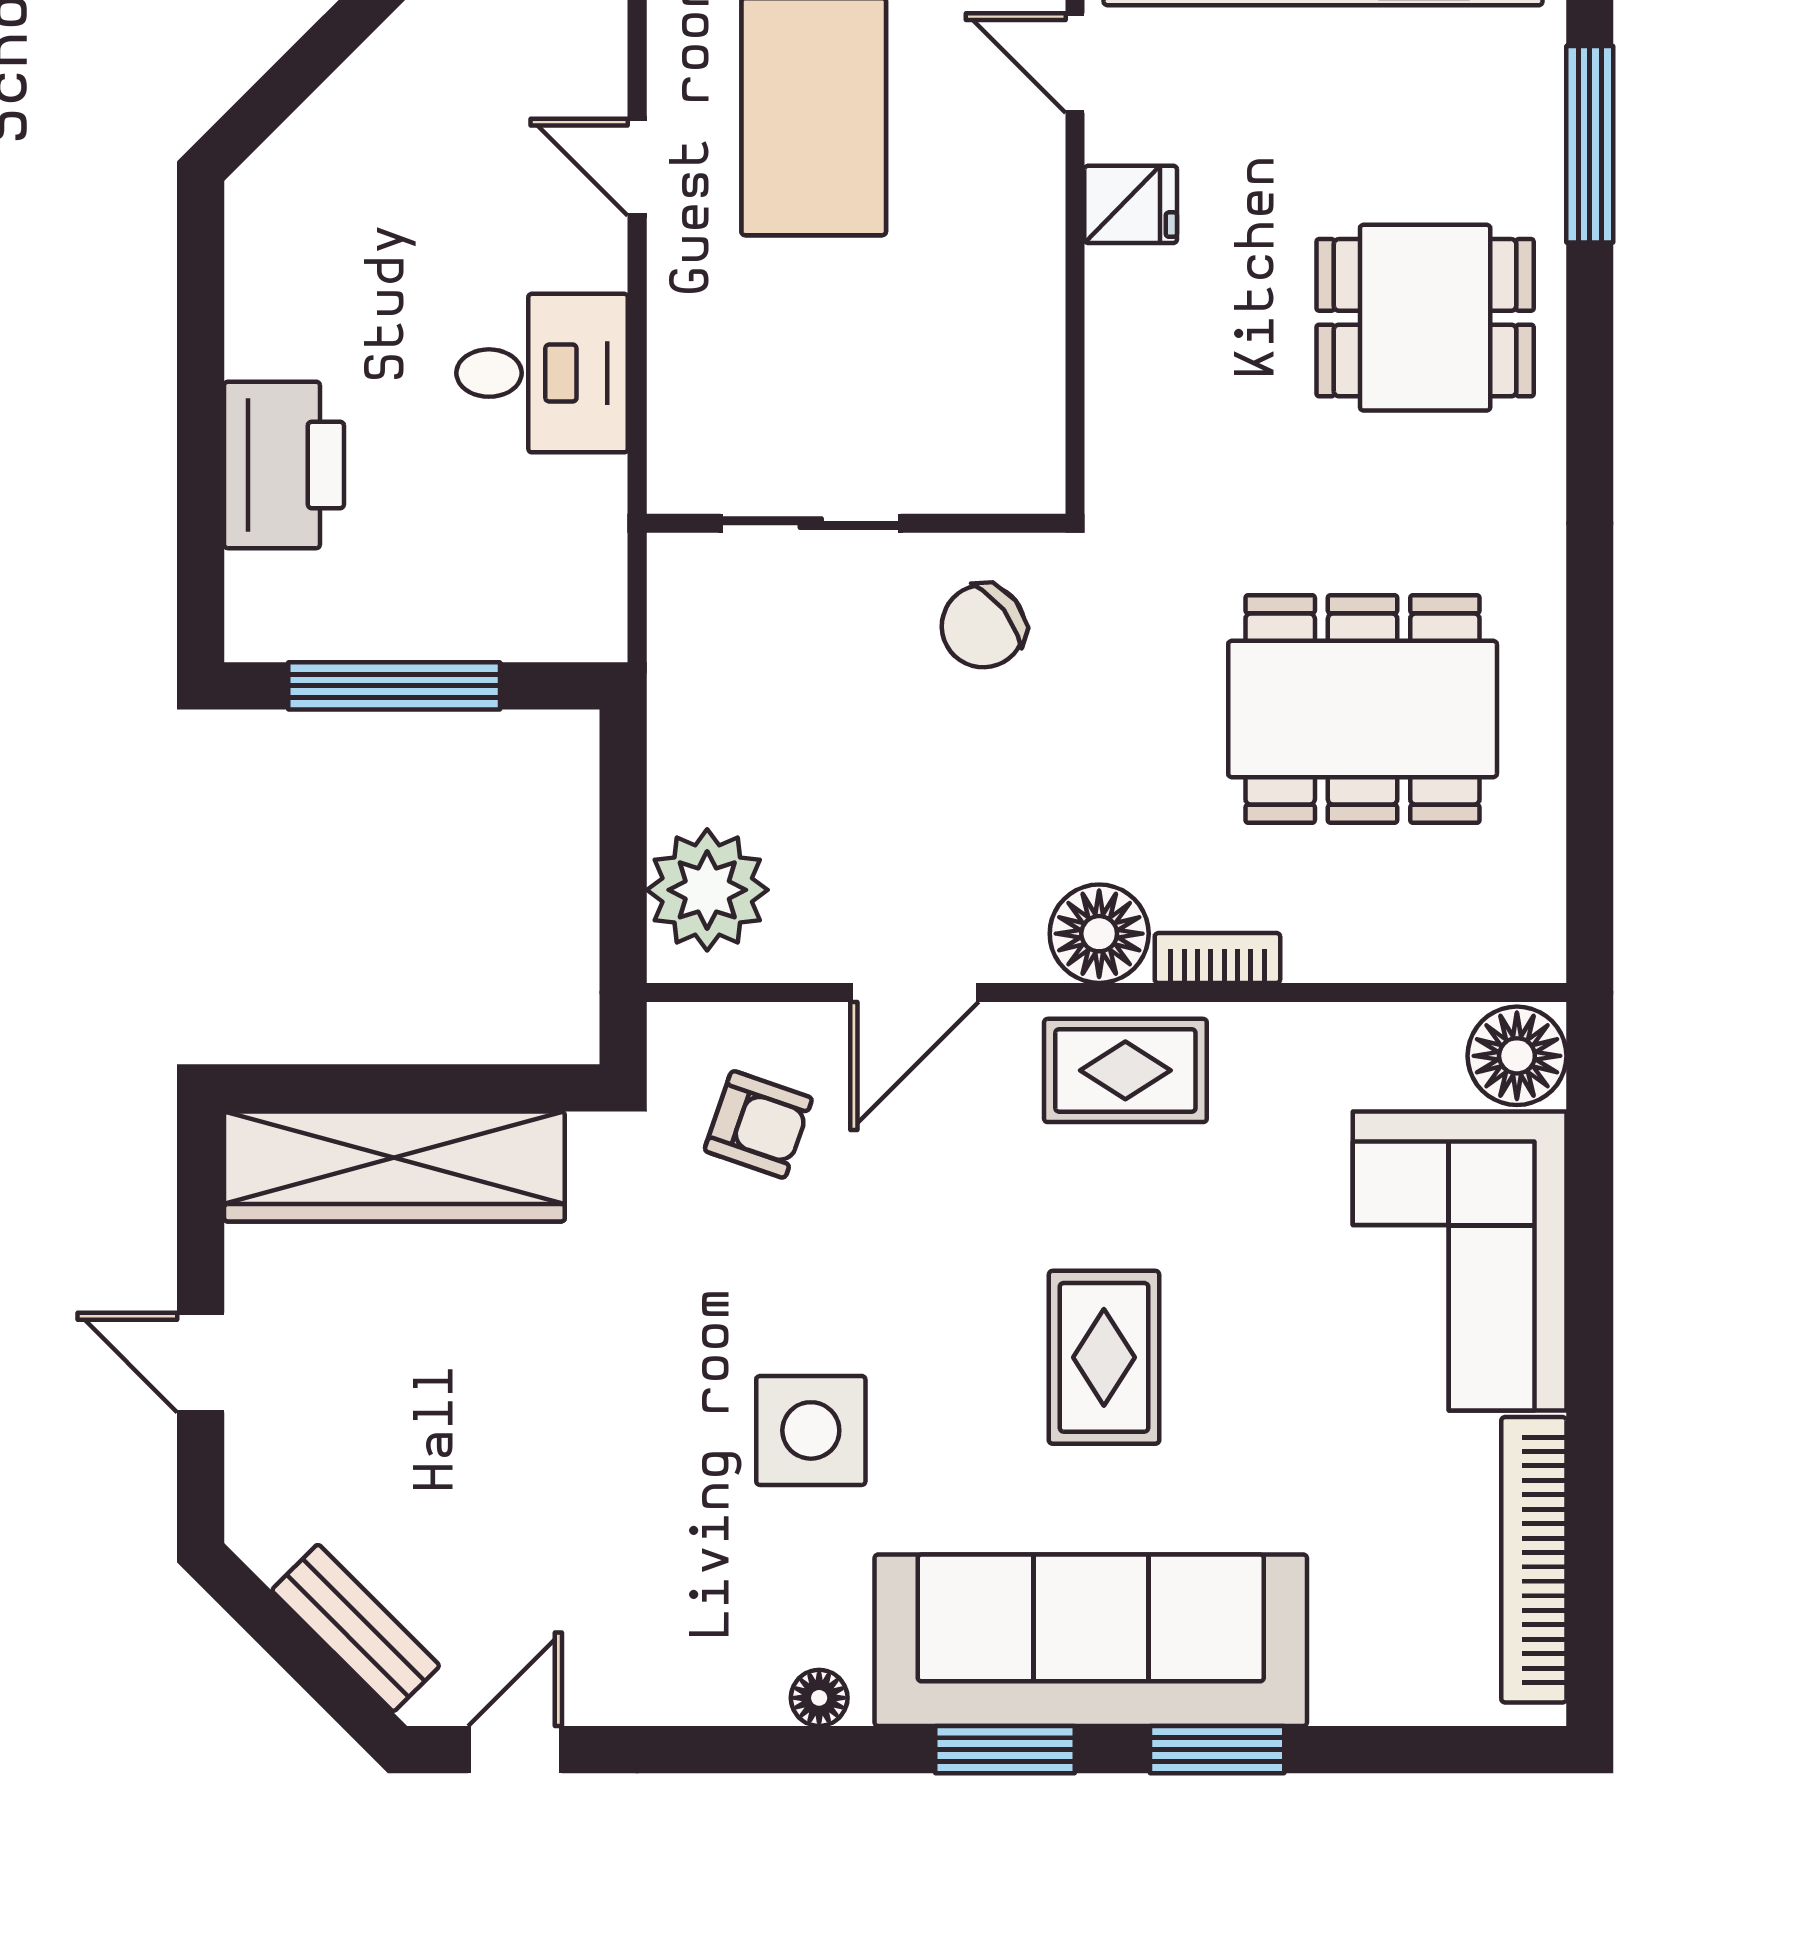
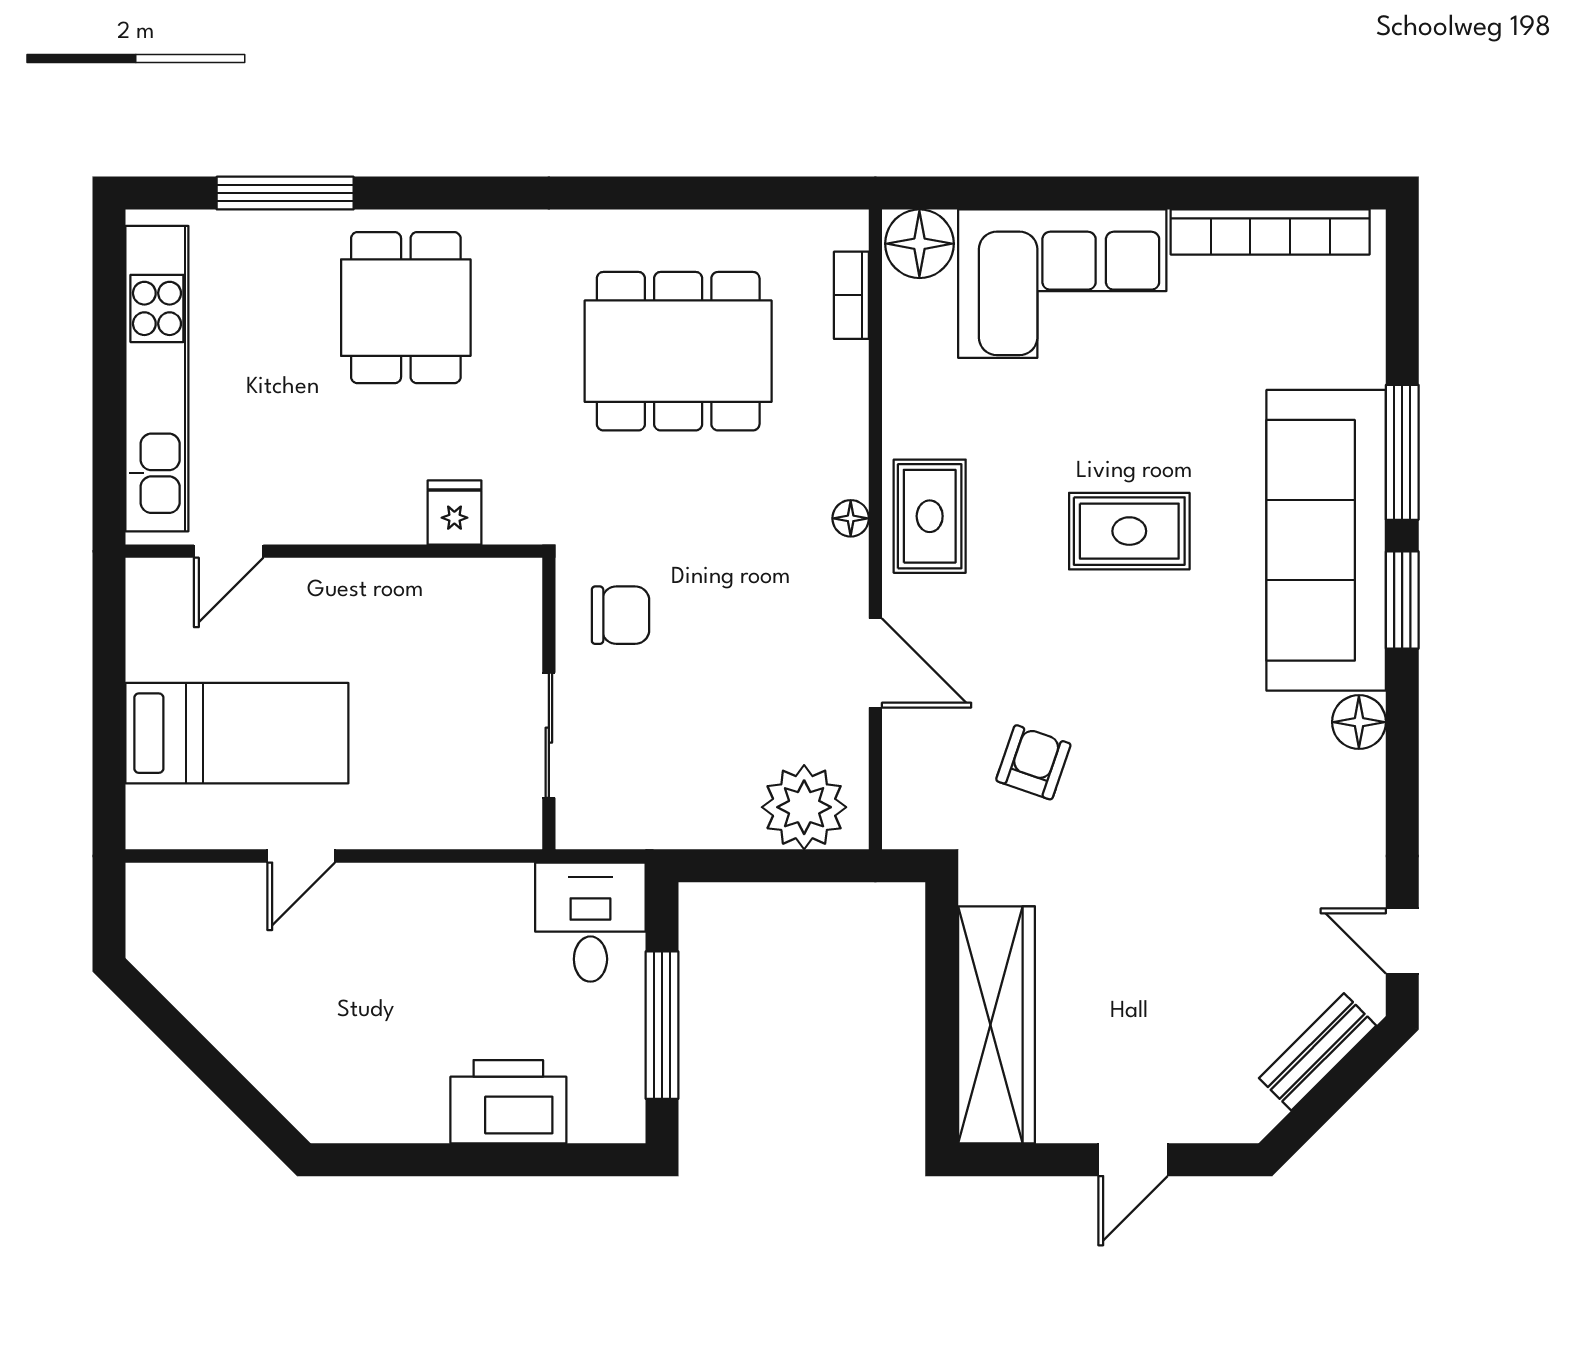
fridge: (1131, 204) -> (454, 513), moved
desk: (542, 373) -> (590, 922), moved
chair: (983, 626) -> (620, 615), turned -52
dining table: (1363, 709) -> (678, 351), turned 90
floor lamp: (1099, 934) -> (851, 518), width x0.53, depth x0.53
bookcase: (1217, 958) -> (851, 295), moved
armchair: (758, 1124) -> (1033, 762), moved
side table: (811, 1430) -> (1180, 735), removed
floor lamp: (819, 1698) -> (1359, 722), width x1.37, depth x1.37
window: (1217, 1750) -> (1402, 452), width x1.44

